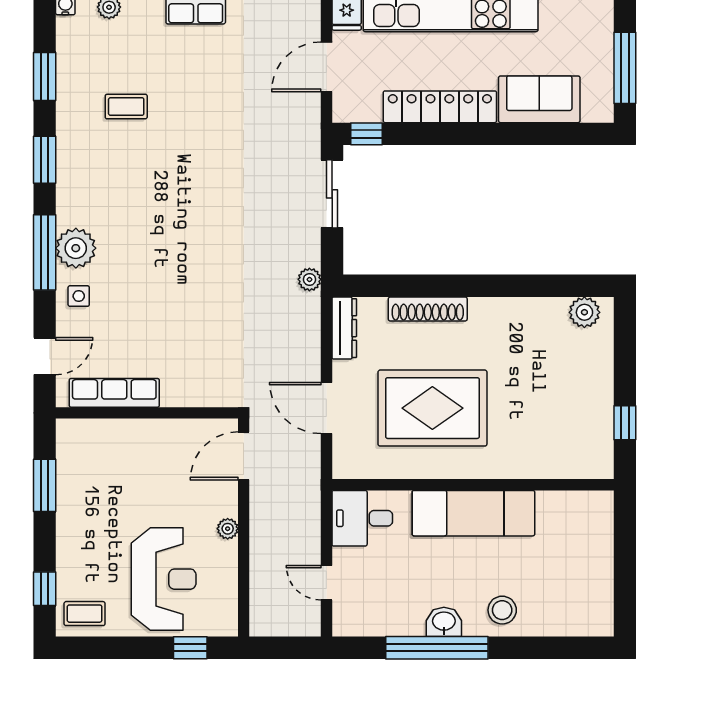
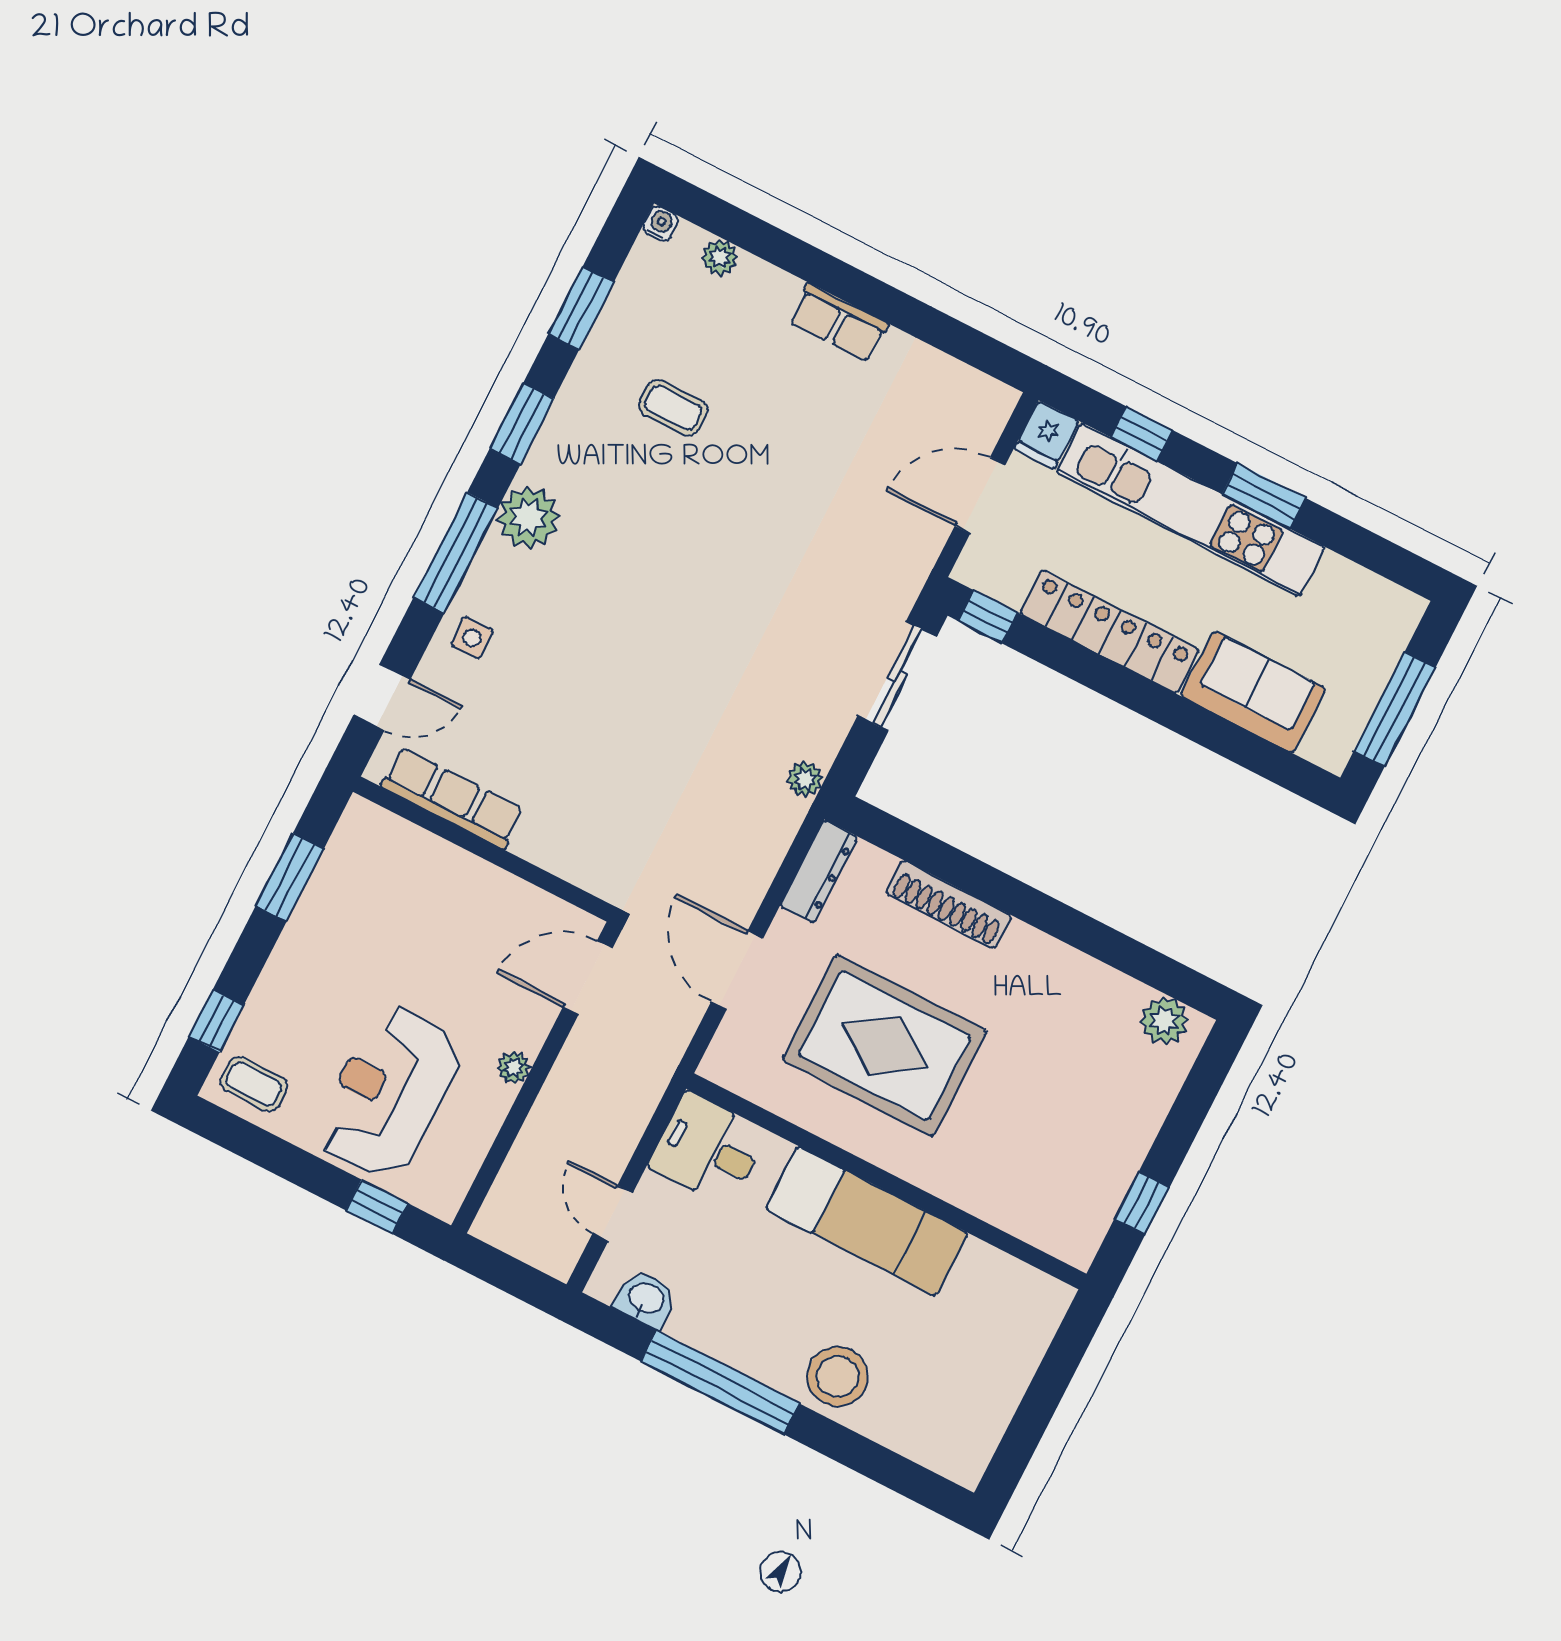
plant: (76, 248) -> (528, 517), moved
reception desk: (164, 579) -> (389, 1092), turned 180
stool: (502, 610) -> (838, 1376), width x1.38, depth x1.38
washbasin: (444, 622) -> (646, 1299), moved

